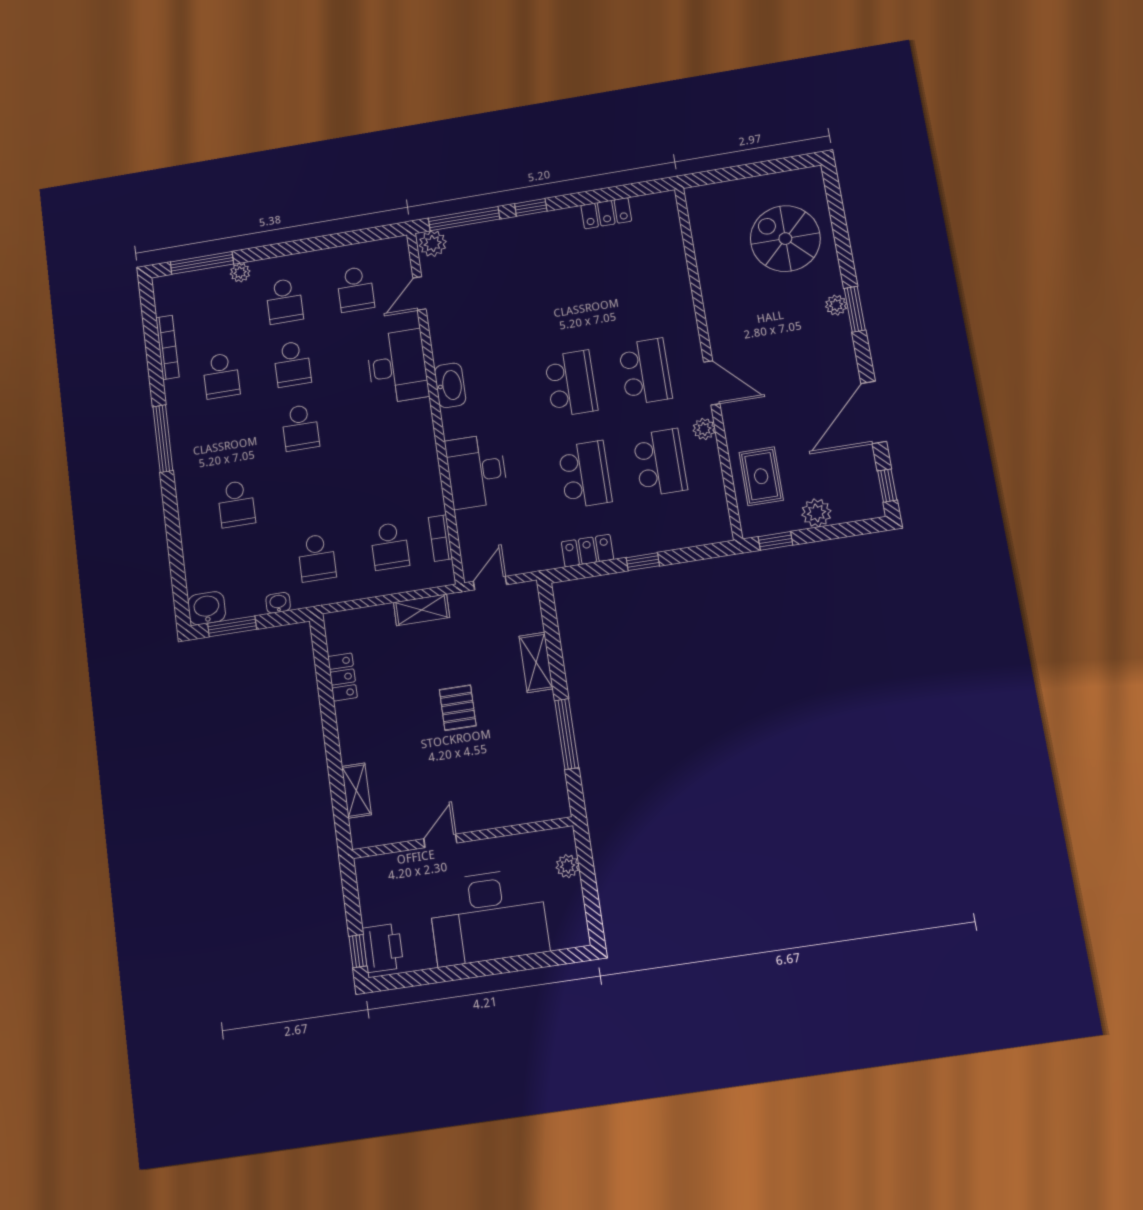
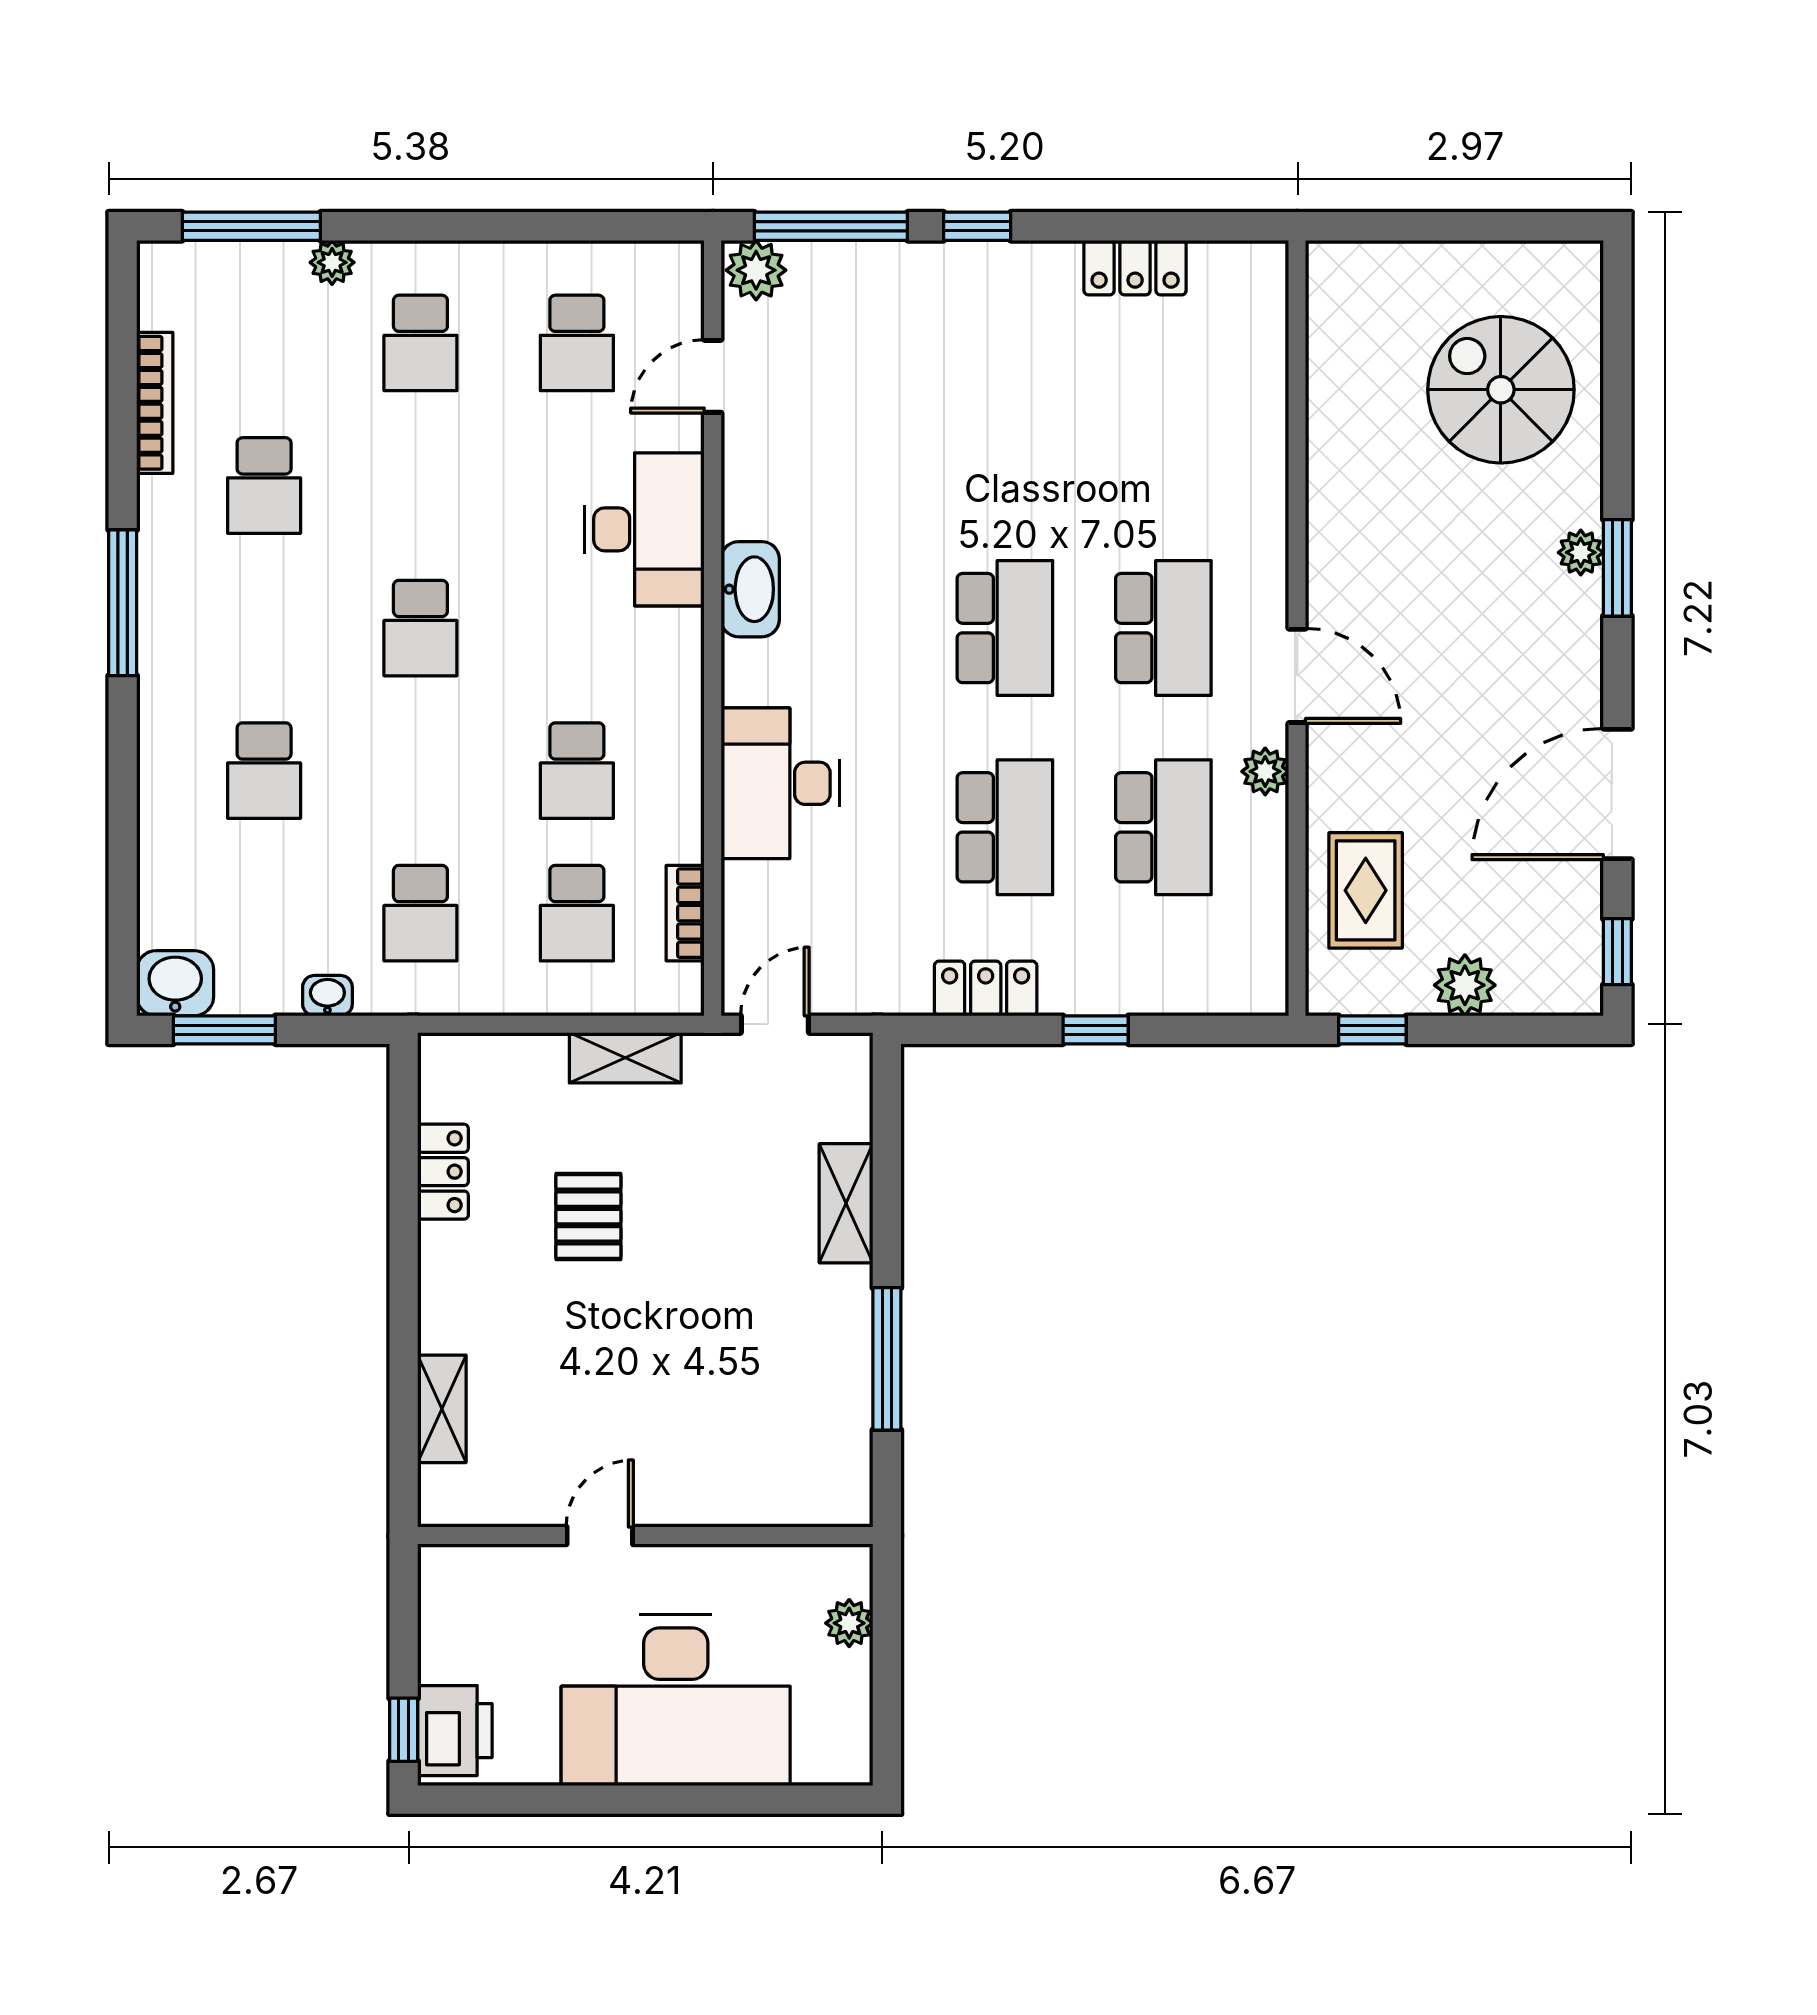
school desk: (292, 364) -> (577, 771), moved
pallet: (458, 708) -> (588, 1217), moved

